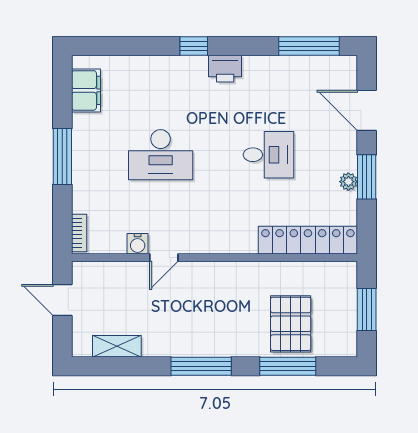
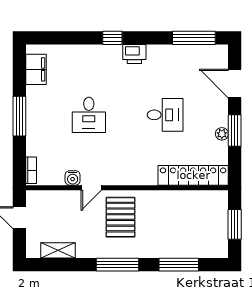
desk: (161, 155) -> (89, 115), width x0.73
pallet: (291, 324) -> (120, 217), moved

